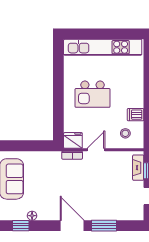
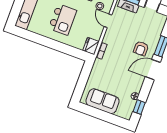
door: (96, 150) -> (108, 21), moved
armchair: (92, 202) -> (141, 49), added

